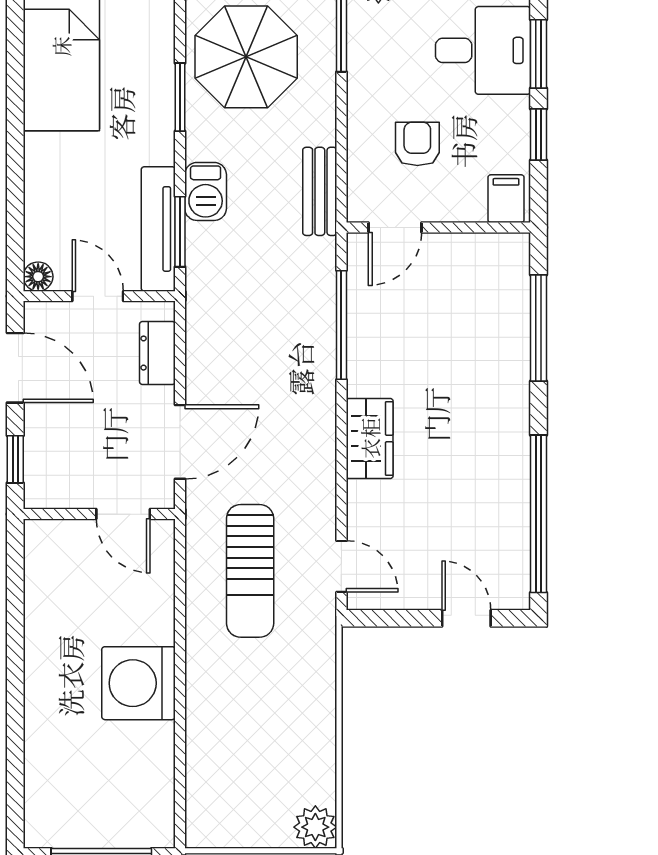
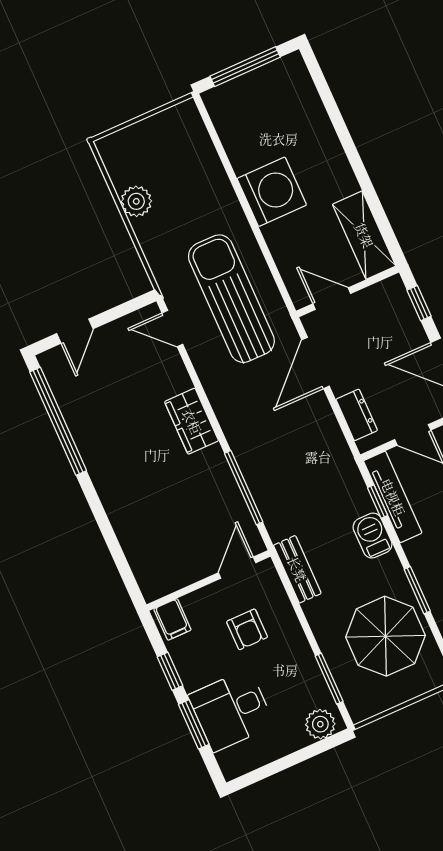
window: (180, 232) -> (378, 502), width x0.67
window: (539, 328) -> (113, 544), removed
sun lounger: (250, 571) -> (231, 299), width x1.36, depth x1.34
shelving: (46, 576) -> (364, 235), added
door: (466, 618) -> (75, 331), hinge flipped
plant: (315, 827) -> (136, 201), moved

